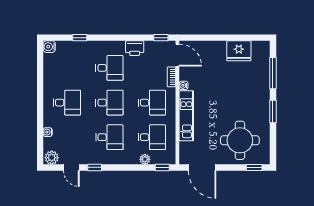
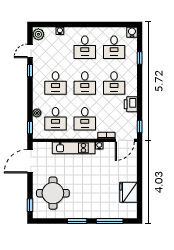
desk: (67, 68) -> (114, 47), added

